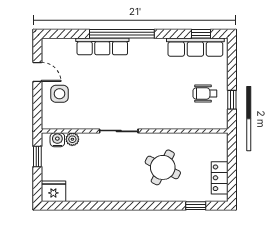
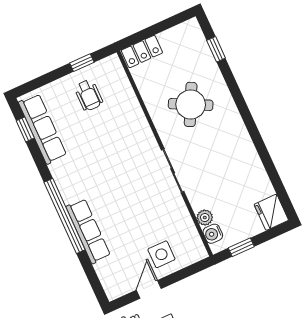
locker: (220, 178) -> (142, 52), moved

